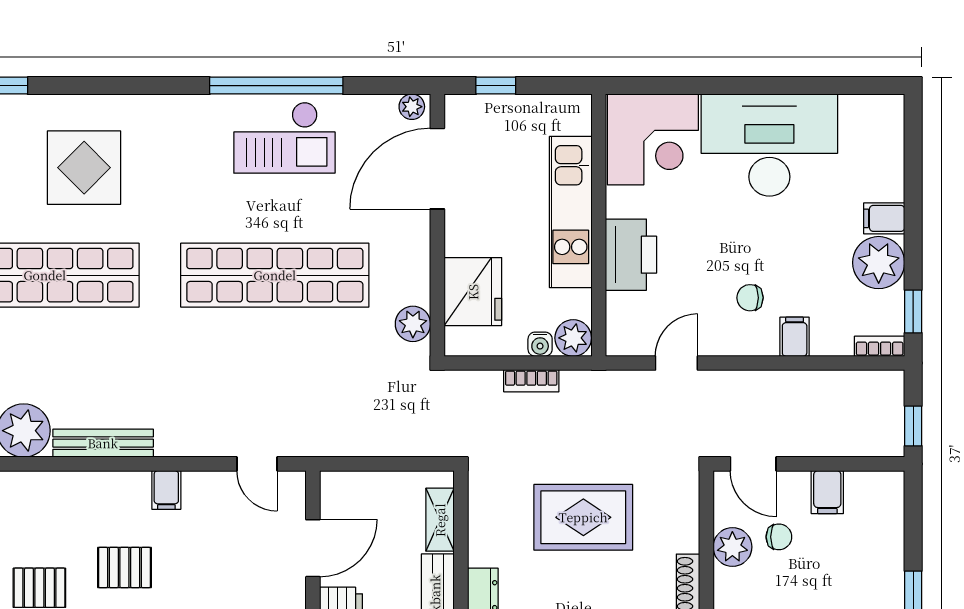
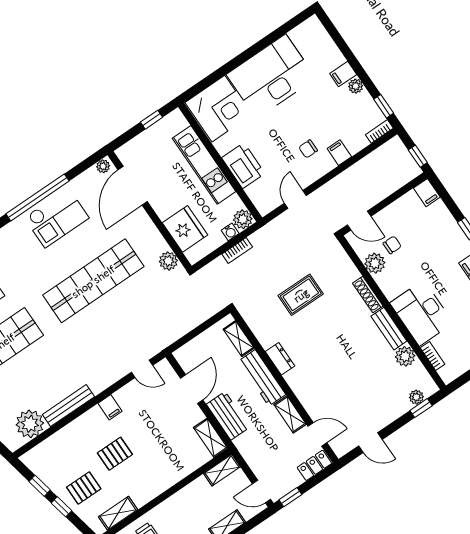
window: (496, 86) -> (152, 120), moved
plant: (879, 263) -> (356, 86), width x0.53, depth x0.53
filing cabinet: (827, 492) -> (427, 193), moved
rug: (583, 517) -> (301, 295), width x0.73, depth x0.70

